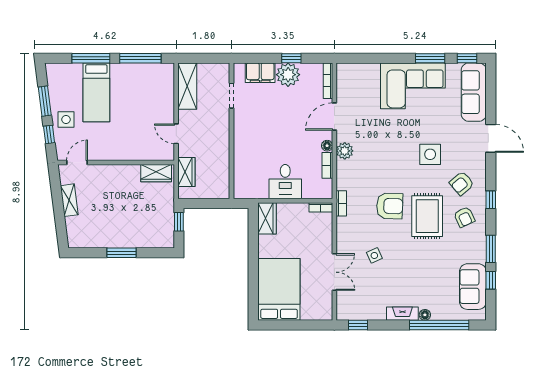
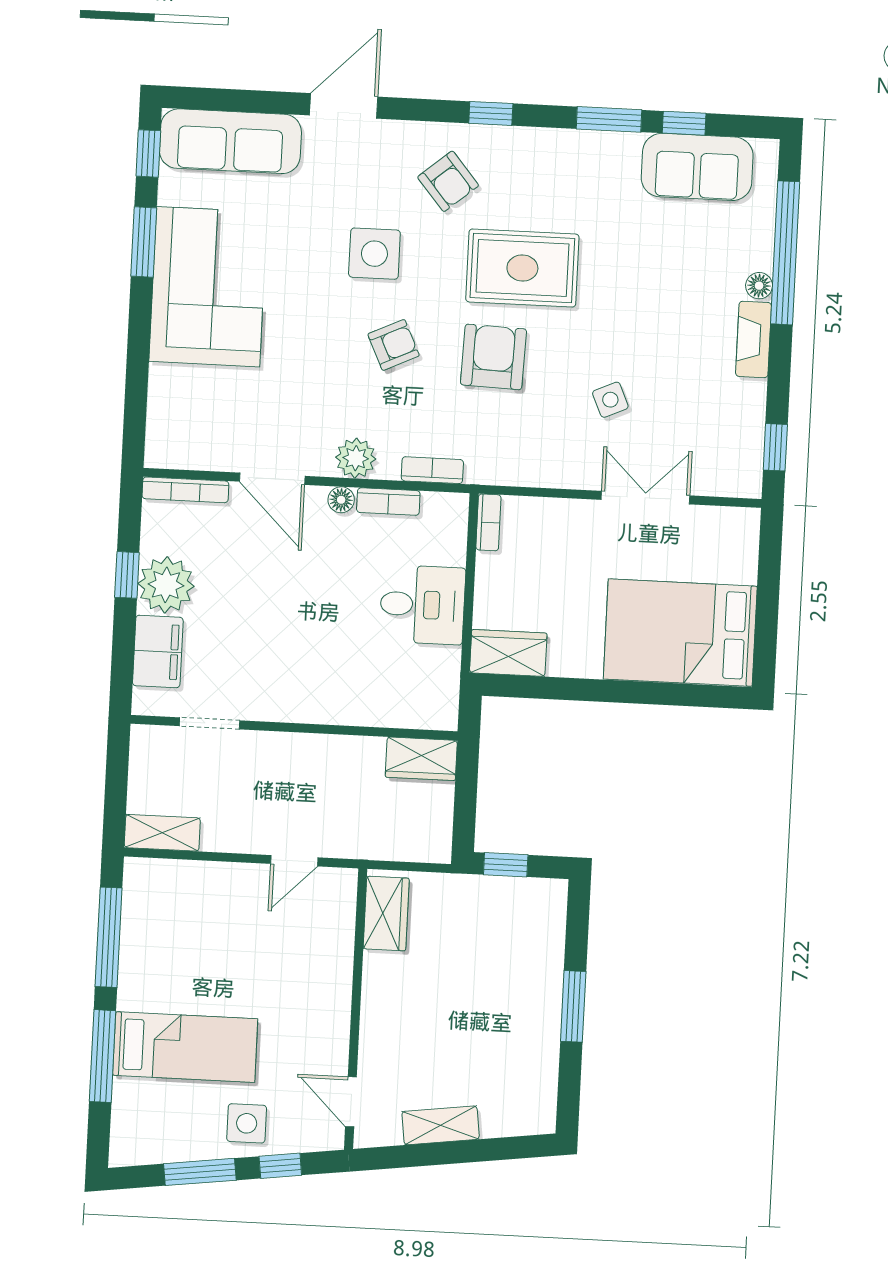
shelving: (187, 86) -> (162, 833), width x0.67, depth x0.75
wardrobe: (186, 172) -> (421, 759), moved, turned 180
bookcase: (341, 203) -> (432, 470), moved
armchair: (464, 217) -> (394, 345), moved

